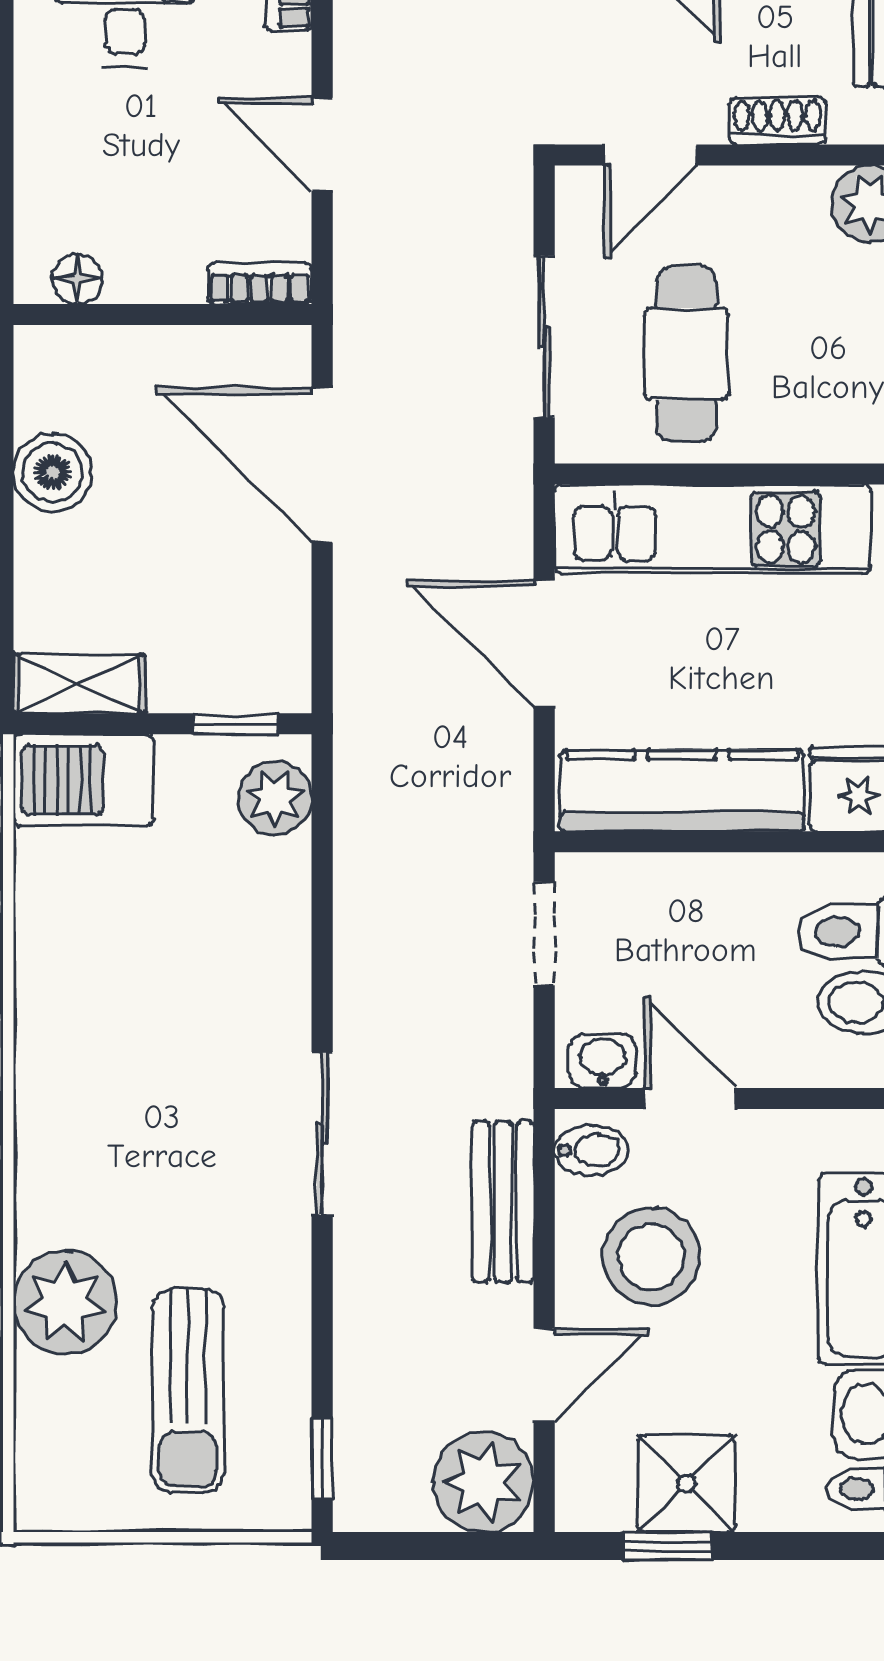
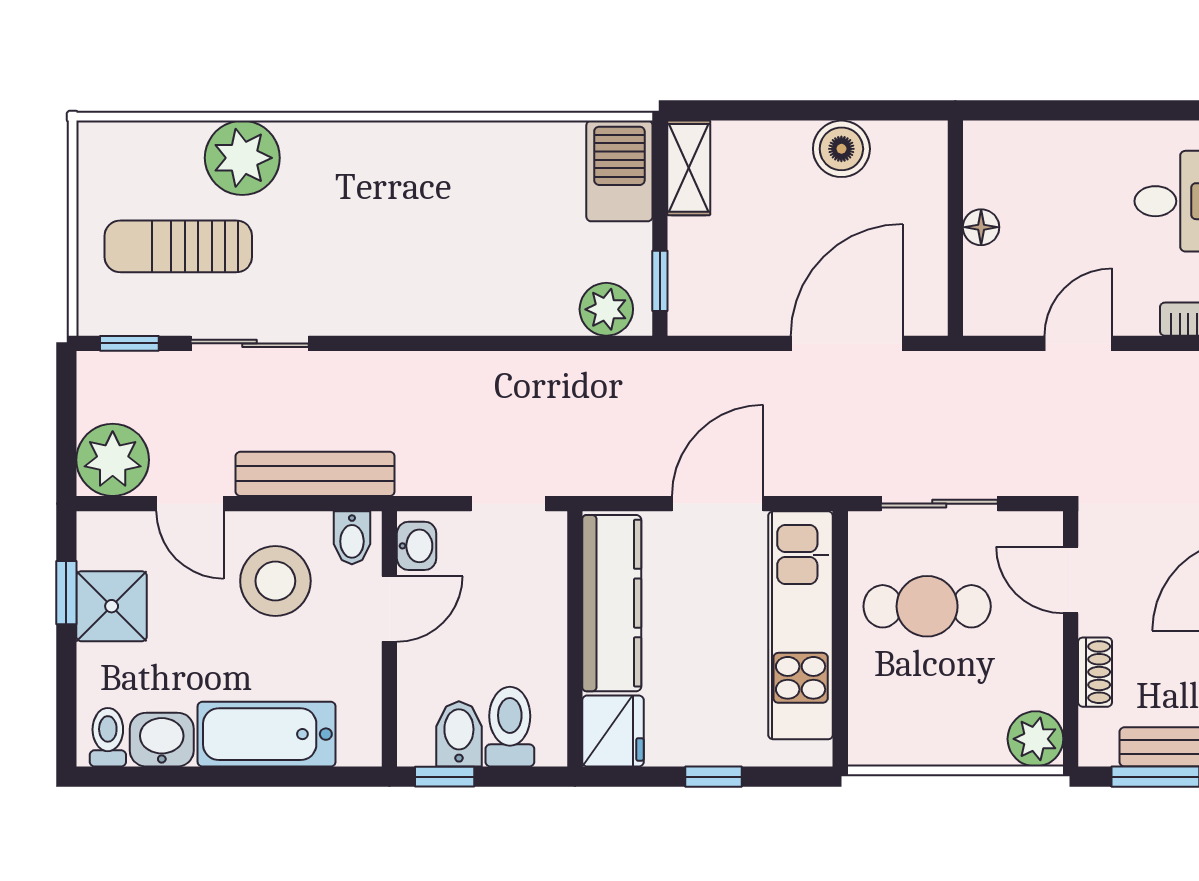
floor lamp: (77, 279) -> (981, 227), moved
bookcase: (260, 283) -> (978, 298), removed
sliding door: (322, 1134) -> (250, 343), moved
bench: (503, 1202) -> (315, 474), width x1.36

